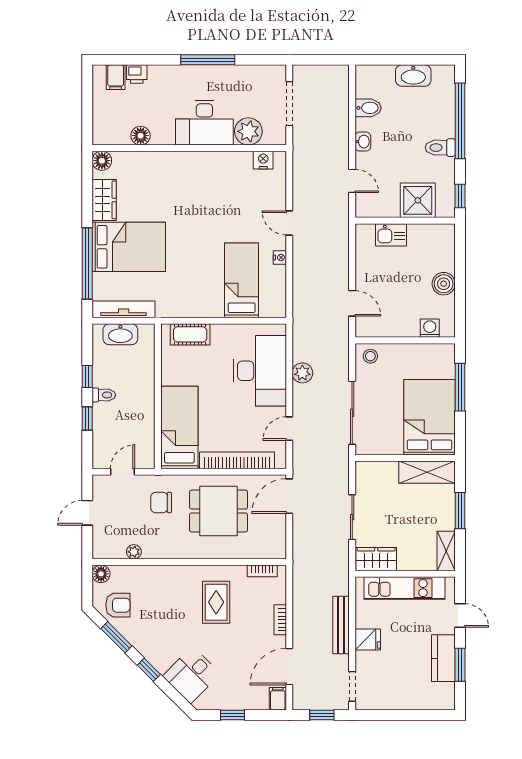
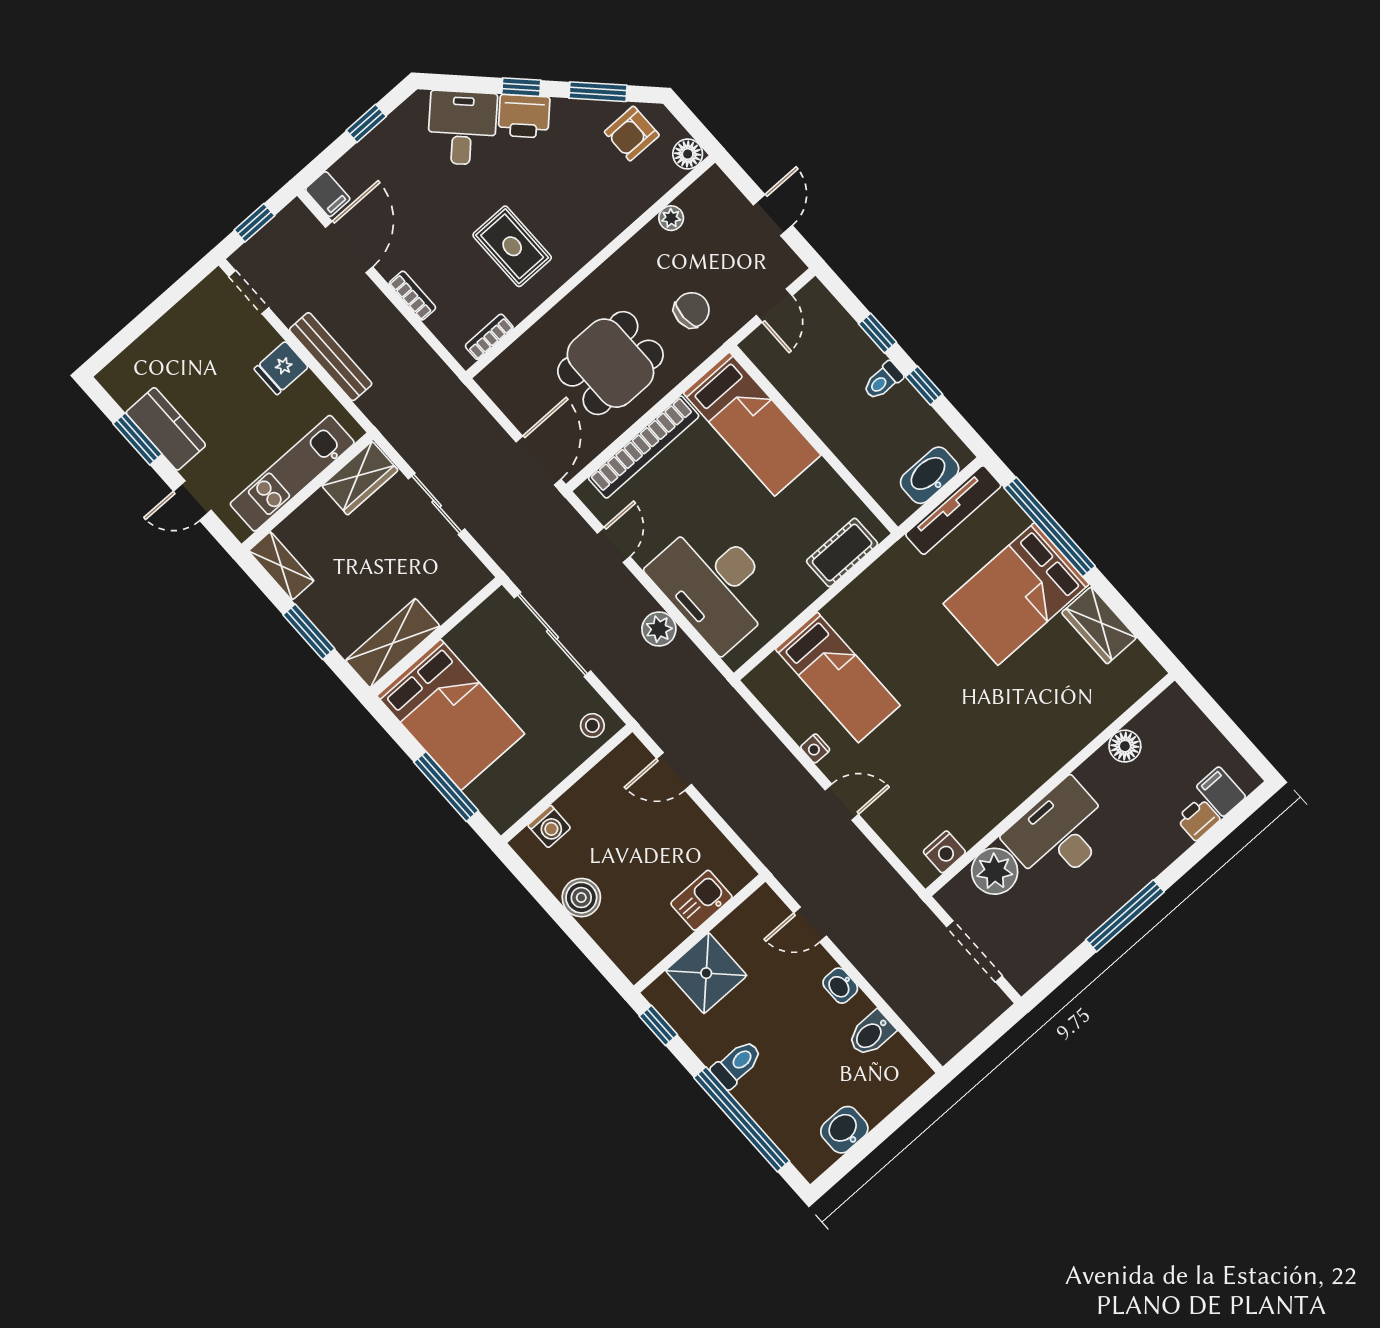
washbasin: (413, 76) -> (844, 1130), width x0.72
floor lamp: (102, 161) -> (1145, 672), removed
printer: (159, 656) -> (524, 116), added

